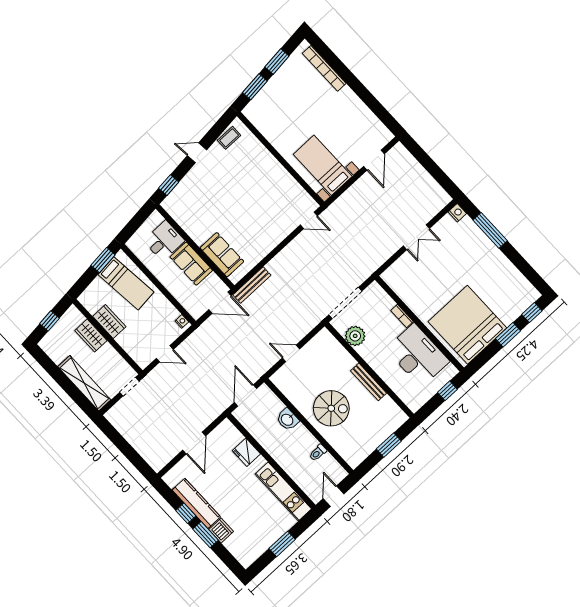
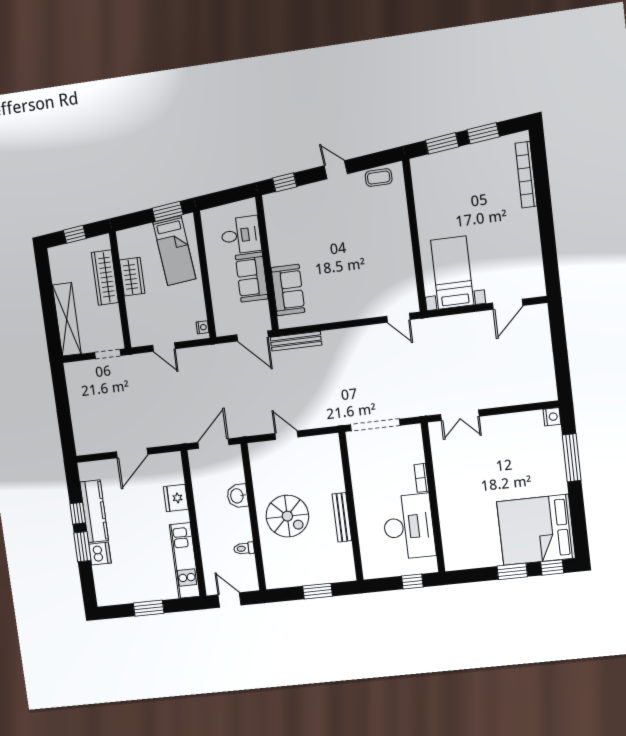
double door: (416, 237) -> (460, 415), moved
bed: (467, 325) -> (536, 530), moved, turned -90
wardrobe: (91, 336) -> (105, 278), width x1.50
plant: (355, 336) -> (361, 464), removed
door: (334, 496) -> (229, 600), hinge flipped

